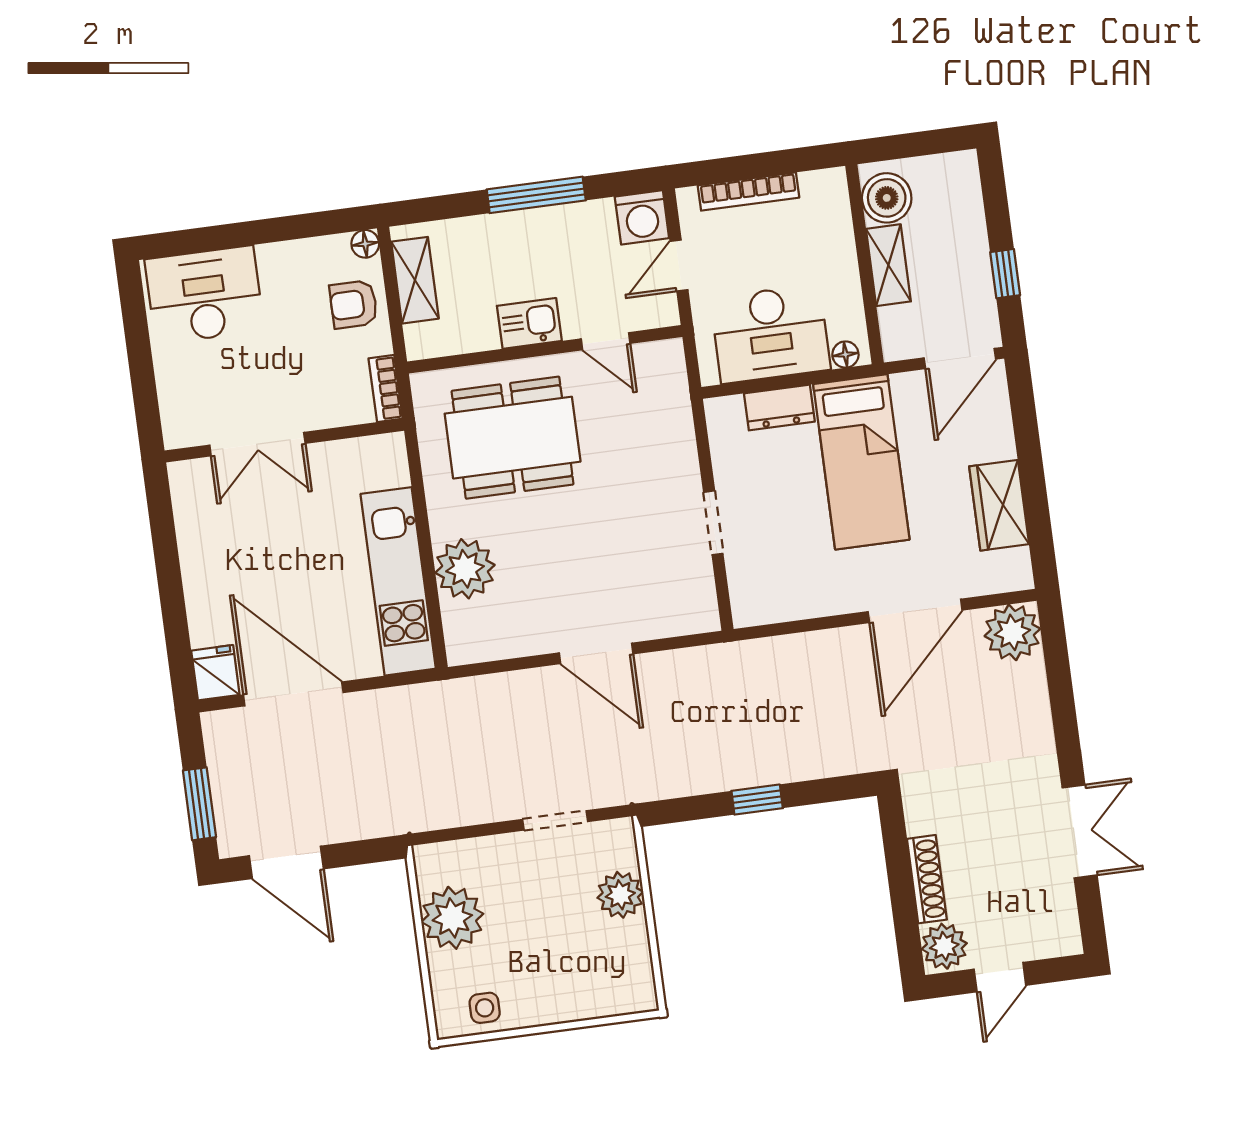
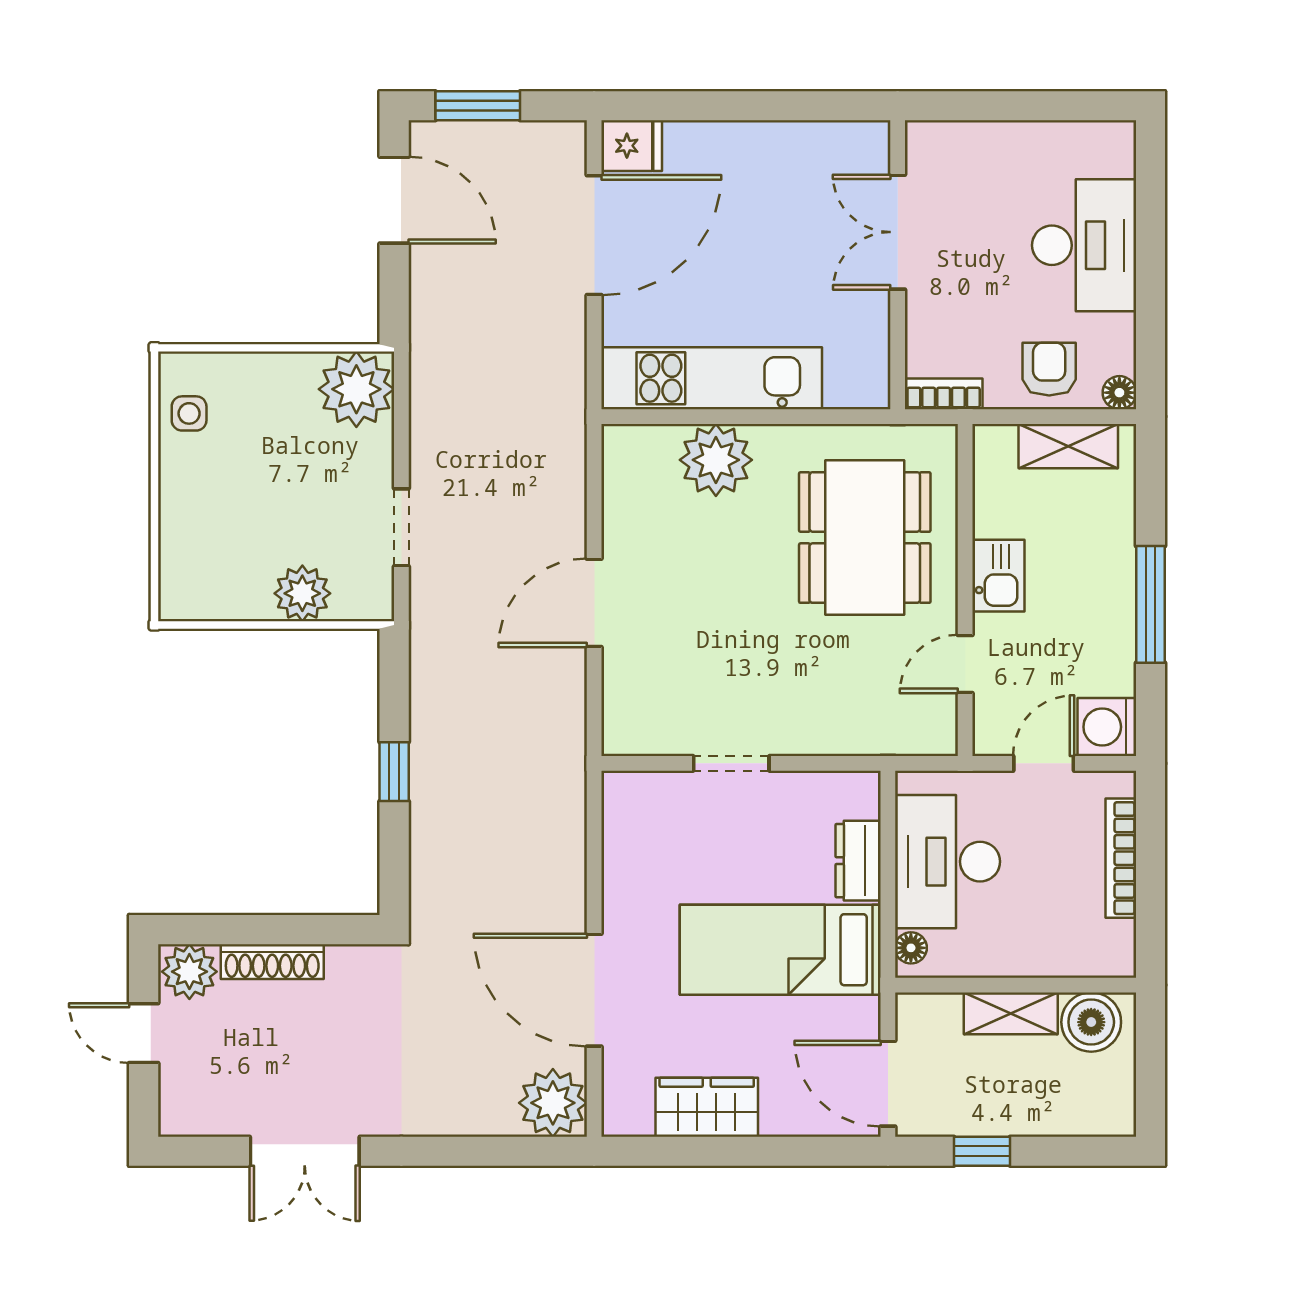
door: (679, 266) -> (1044, 763), hinge flipped
desk: (204, 295) -> (1084, 245), moved
door: (286, 862) -> (394, 200), swing flipped
plant: (452, 918) -> (356, 389), moved

